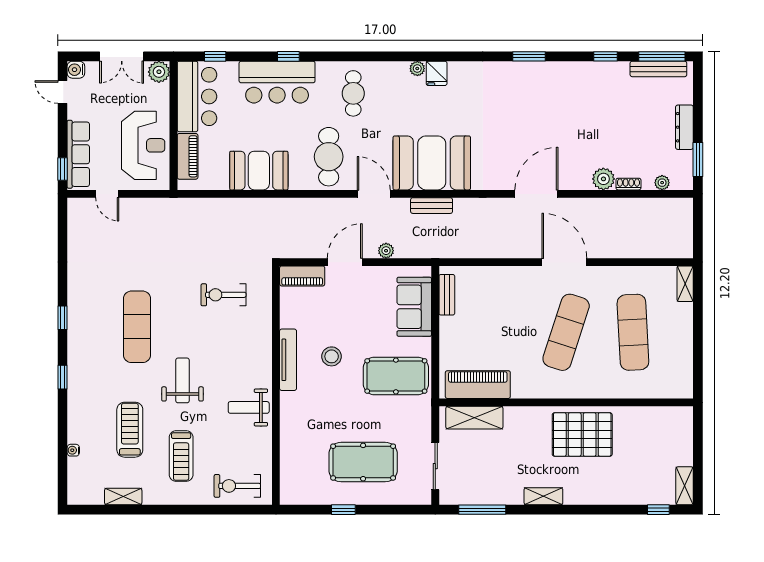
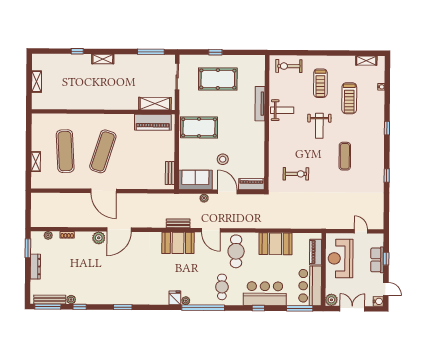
window: (215, 56) -> (300, 308), width x2.17
window: (386, 56) -> (203, 308), added
plant: (621, 69) -> (71, 300), added
row of seats: (78, 154) -> (377, 260), width x0.68
booth: (432, 163) -> (178, 243), width x0.73, depth x0.70
window: (62, 169) -> (386, 259), moved
plant: (603, 179) -> (99, 238), moved
door: (345, 262) -> (227, 192), swing flipped
shelving: (685, 284) -> (36, 162), moved
sofa: (414, 307) -> (195, 180), moved, turned -90
window: (62, 318) -> (387, 175), moved
exercise mat: (137, 327) -> (345, 156), width x0.73, depth x0.69
stool: (332, 356) -> (223, 159), moved
tv unit: (288, 360) -> (260, 104), moved
pallet: (582, 434) -> (94, 94), removed
treadmill: (181, 456) -> (320, 83), turned 180
exercise bike: (237, 486) -> (289, 66), turned 180
shelving: (685, 486) -> (37, 82), moved
shelving: (543, 496) -> (103, 59), moved
shelving: (123, 497) -> (366, 61), moved
window: (343, 510) -> (215, 52), moved
window: (658, 510) -> (77, 51), moved

